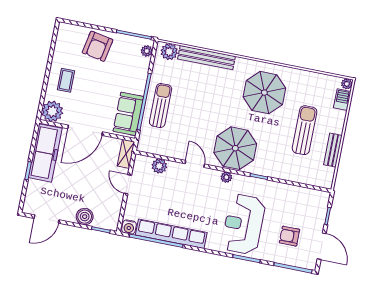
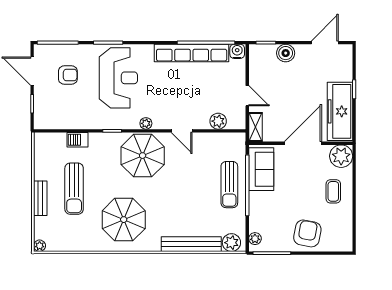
barbecue: (342, 100) -> (77, 140), moved, turned 90
bench: (333, 150) -> (40, 198), moved

